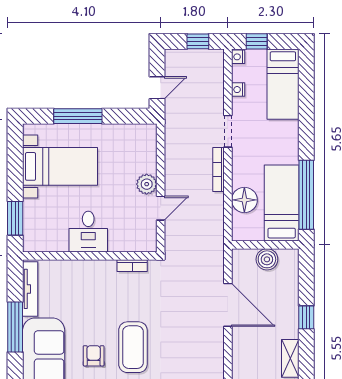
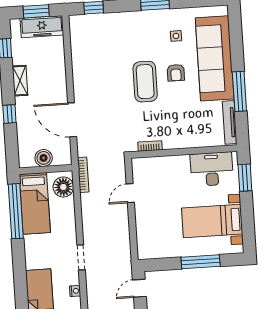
bookcase: (218, 169) -> (83, 175), moved
plant: (147, 184) -> (143, 211), removed
floor lamp: (244, 200) -> (63, 187), moved
desk: (88, 232) -> (212, 169), moved, width x1.37

